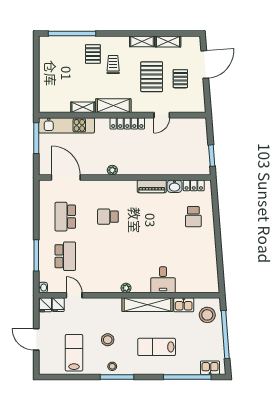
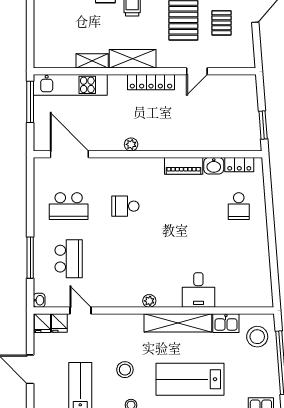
school desk: (65, 217) -> (69, 206), turned -90
lab bench: (157, 347) -> (190, 379), width x1.36, depth x1.39

